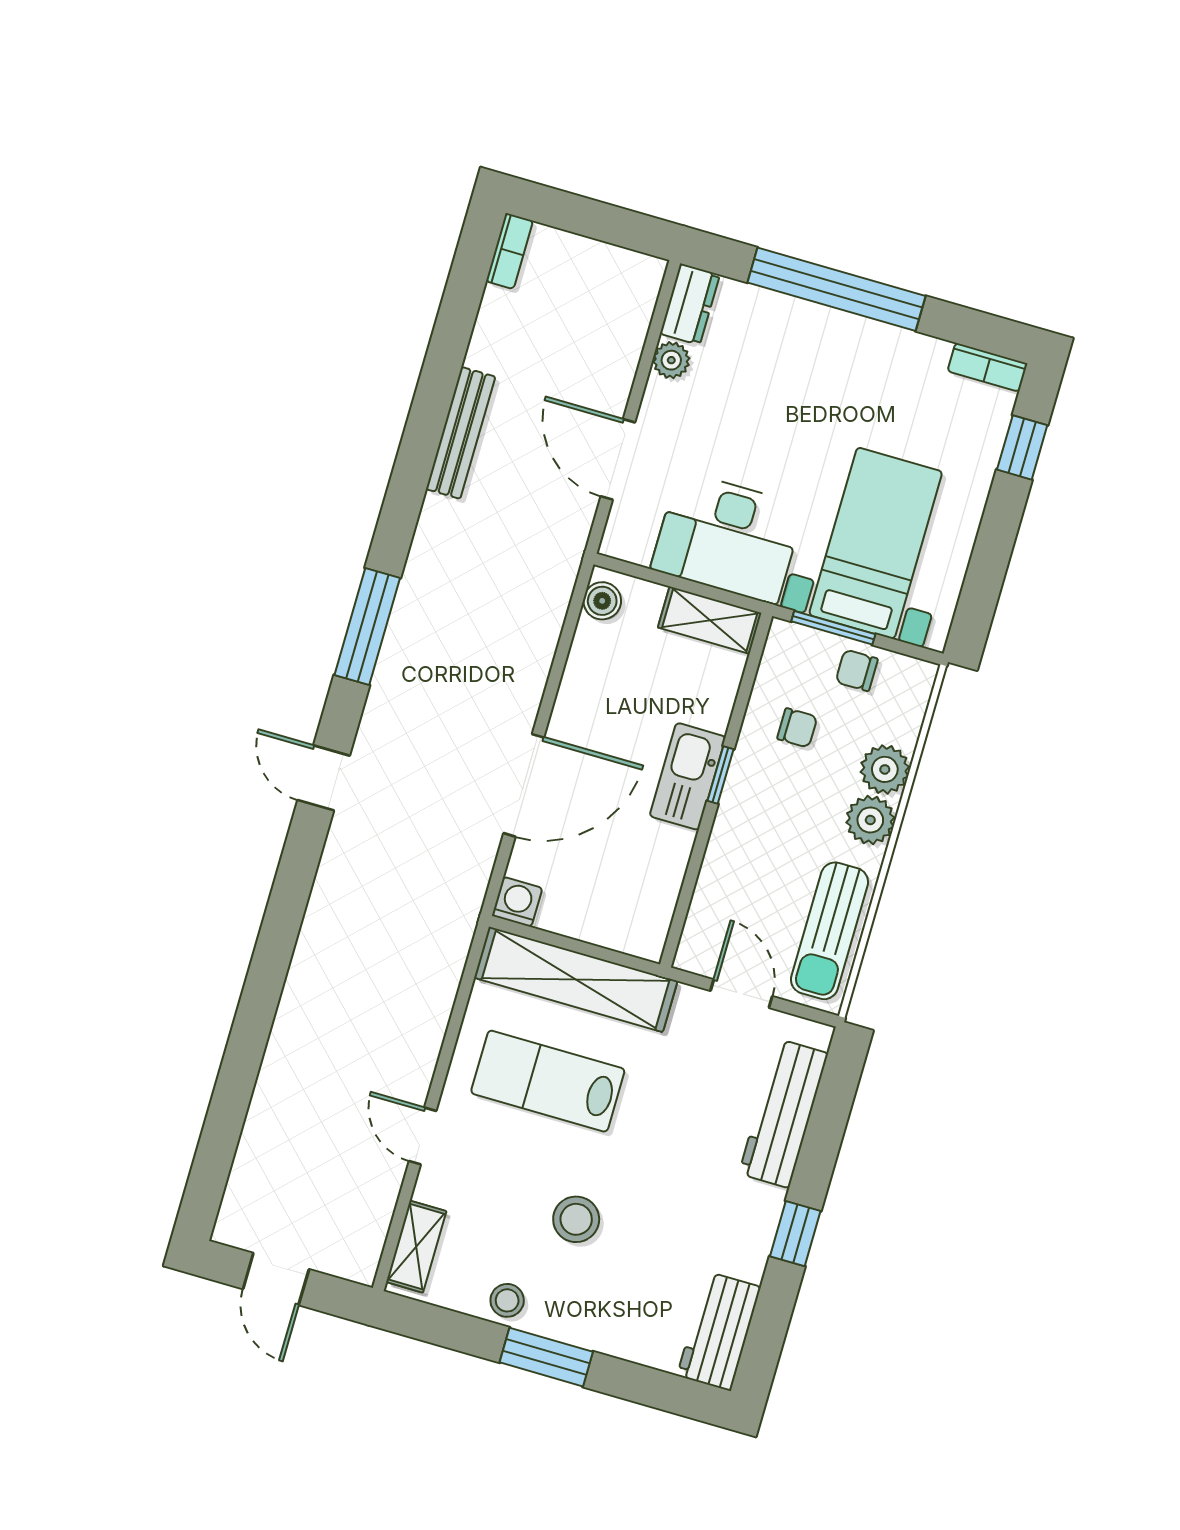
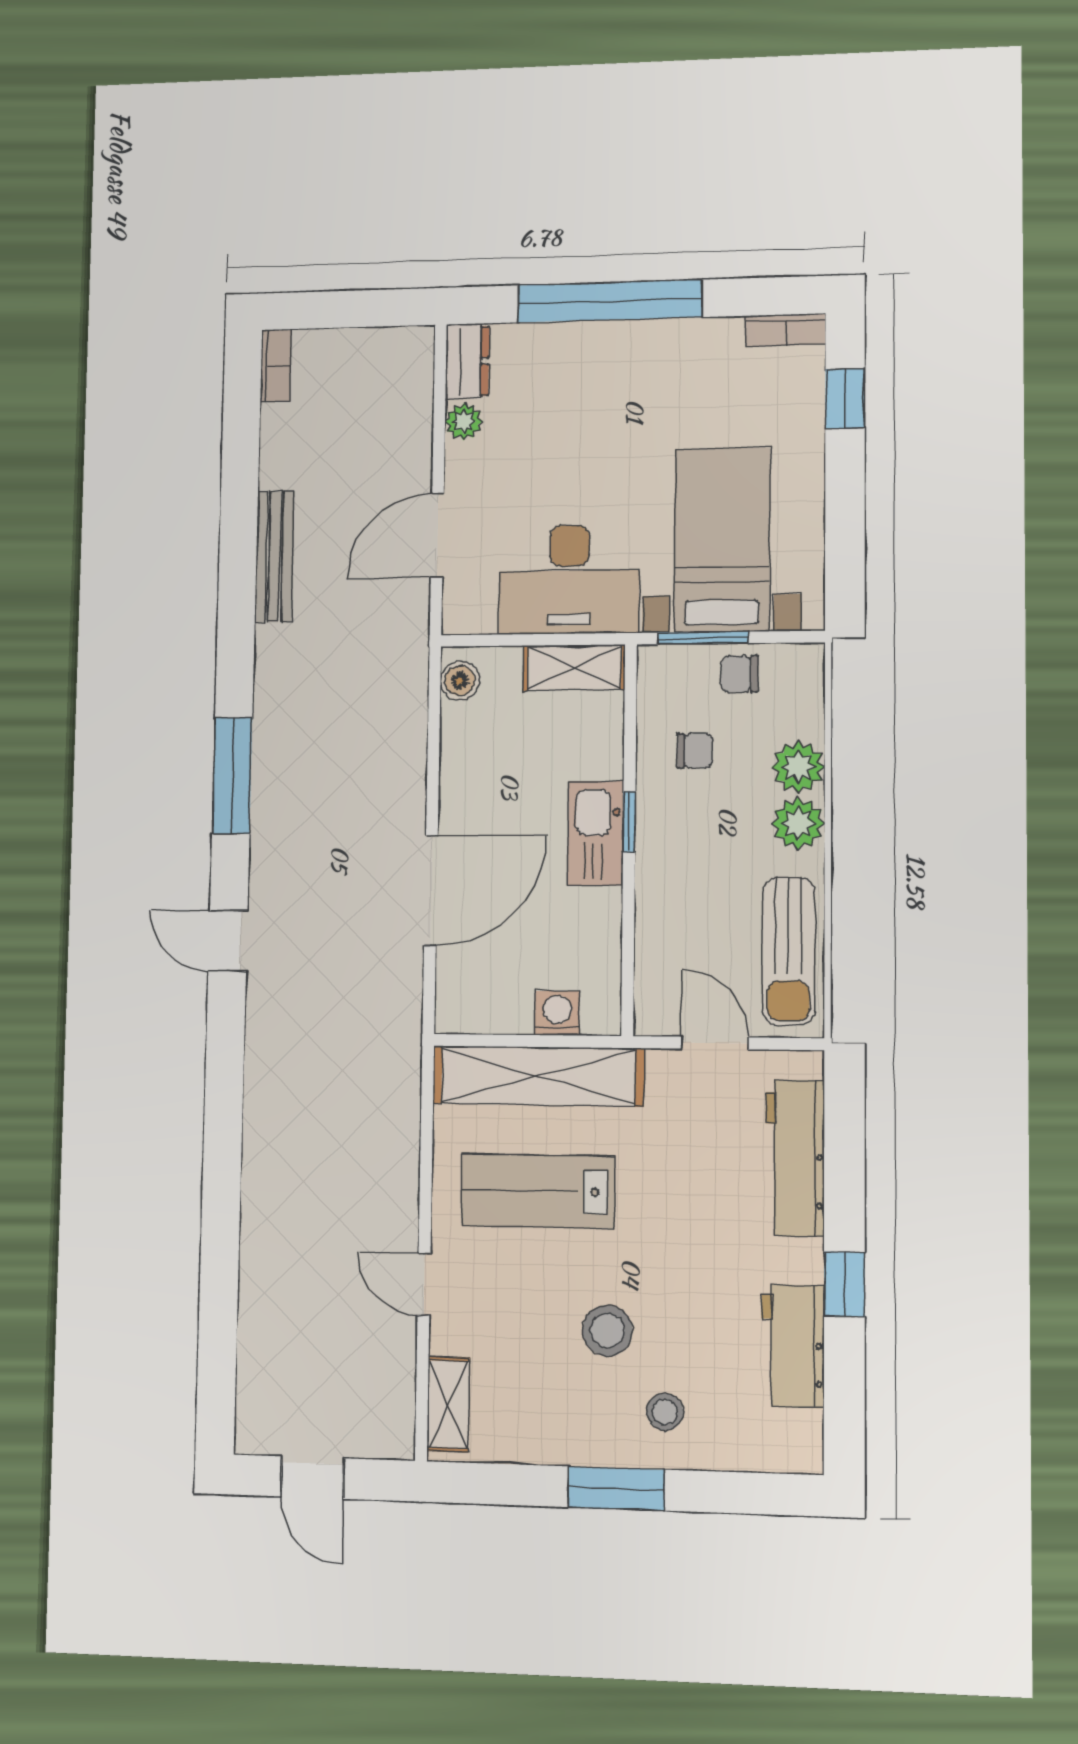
door: (618, 459) -> (437, 535), hinge flipped
washing machine: (517, 902) -> (557, 1013), moved
stool: (507, 1300) -> (665, 1412), moved
workbench: (719, 1331) -> (793, 1346), moved

